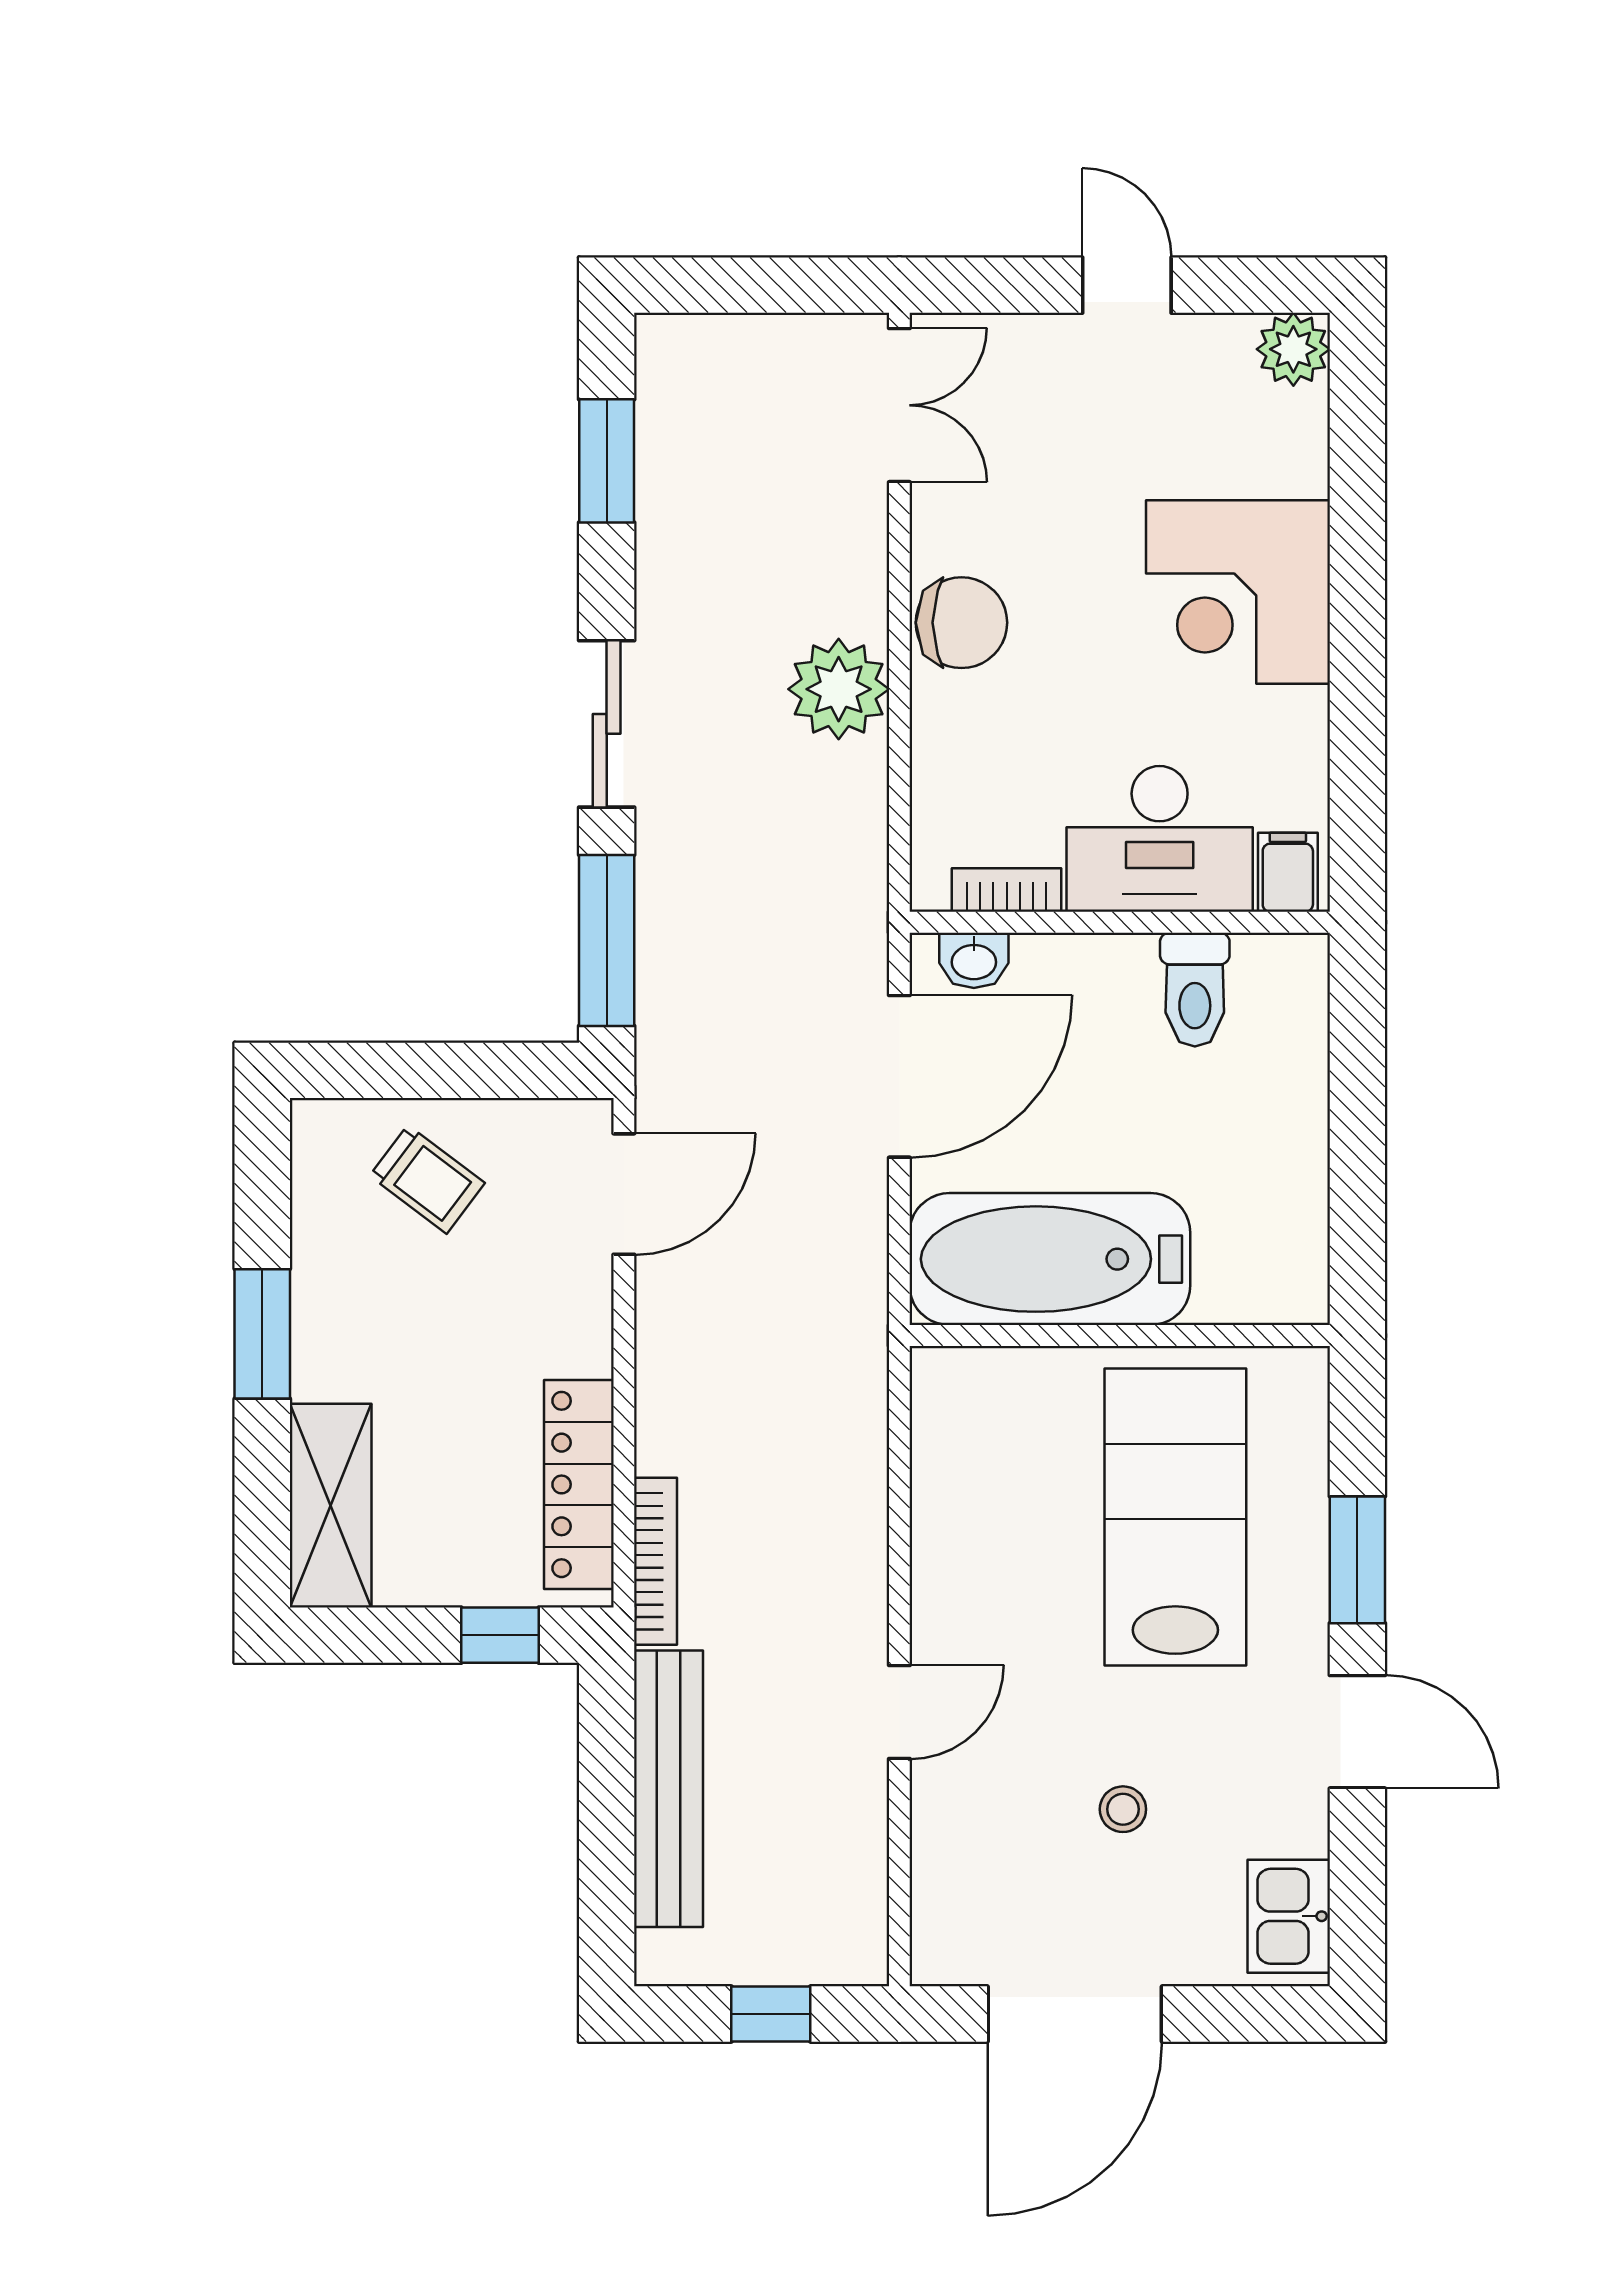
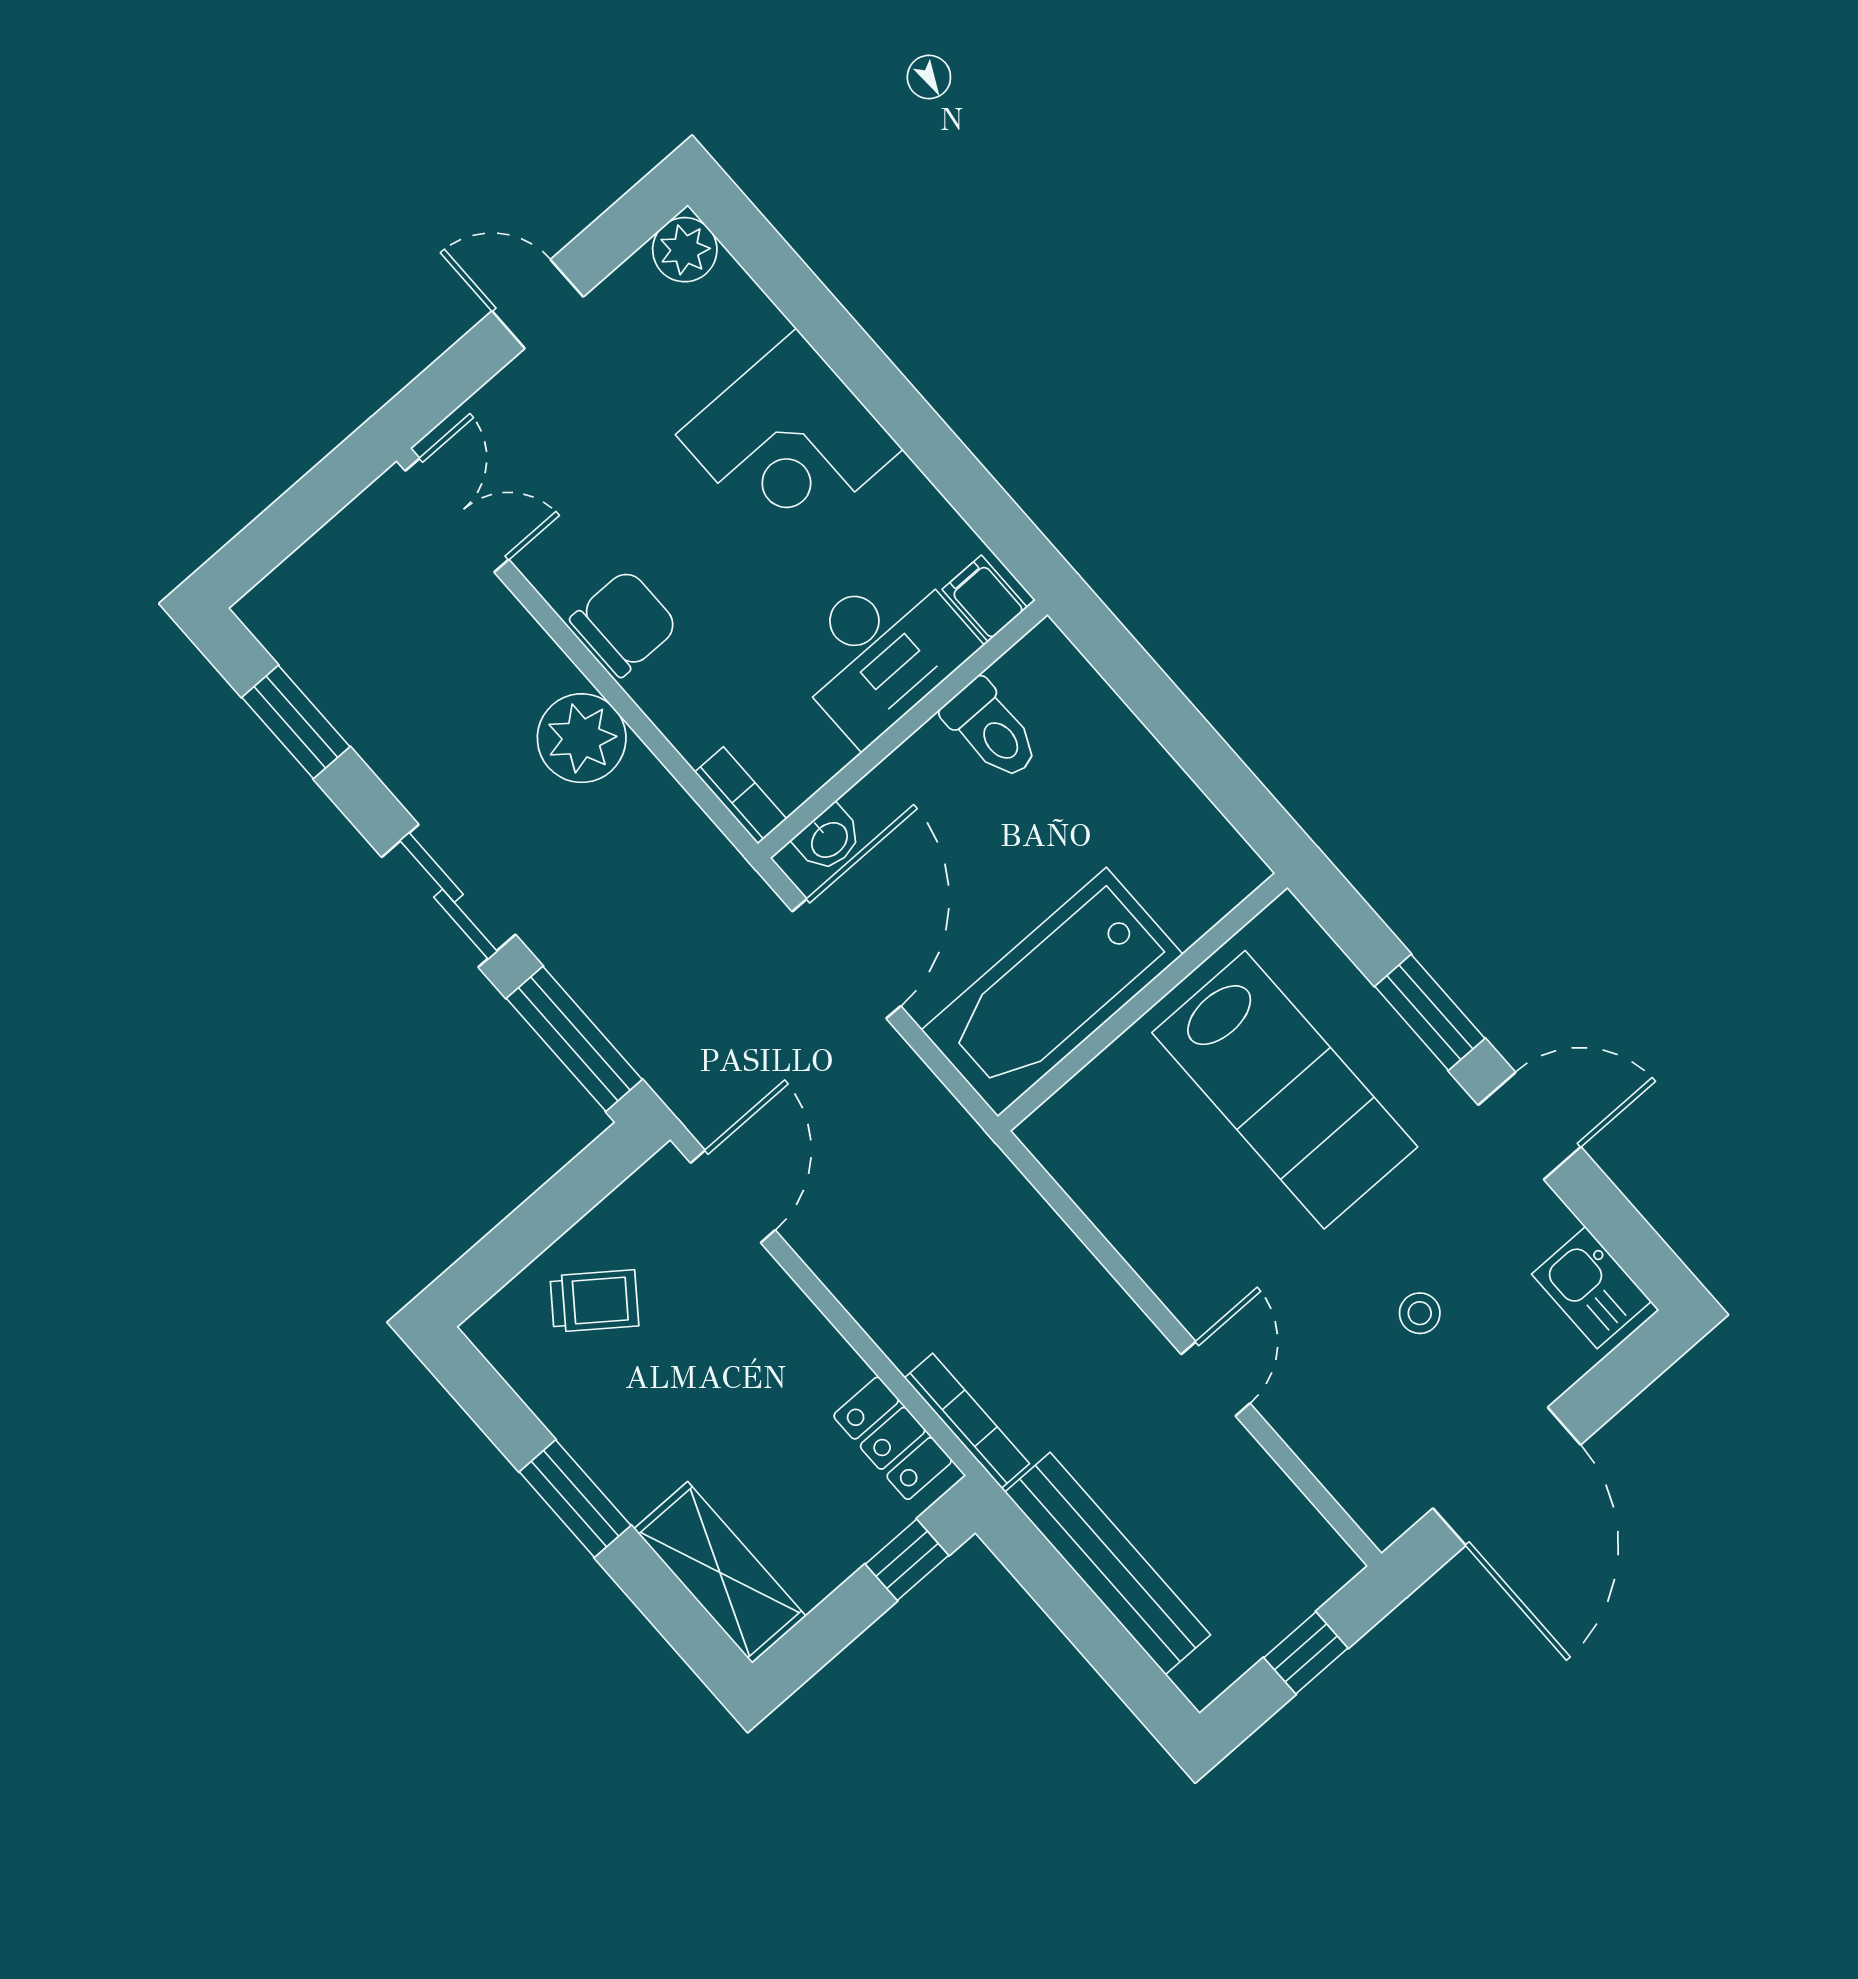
bookcase: (1007, 890) -> (741, 795), moved, turned 90
locker: (579, 1484) -> (893, 1438), width x0.66
lab bench: (1175, 1517) -> (1285, 1090), turned 180

